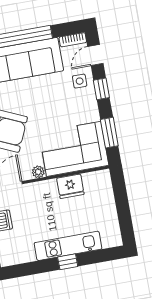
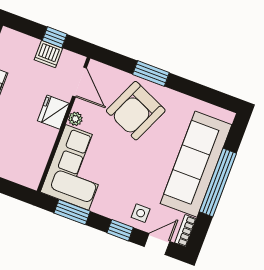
door: (95, 55) -> (157, 244), hinge flipped
fridge: (70, 186) -> (53, 112), moved

